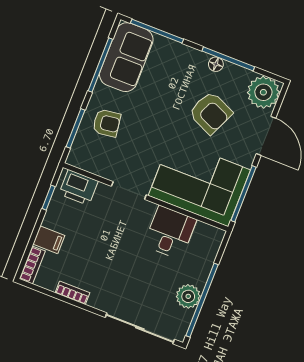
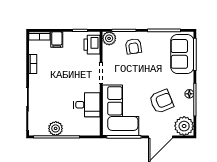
sofa: (126, 57) -> (182, 54), moved, turned 90
armchair: (211, 113) -> (161, 101), turned -136
plant: (79, 157) -> (109, 38), added

